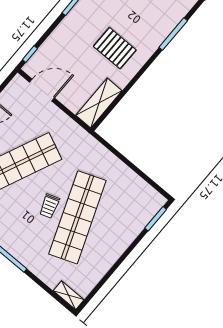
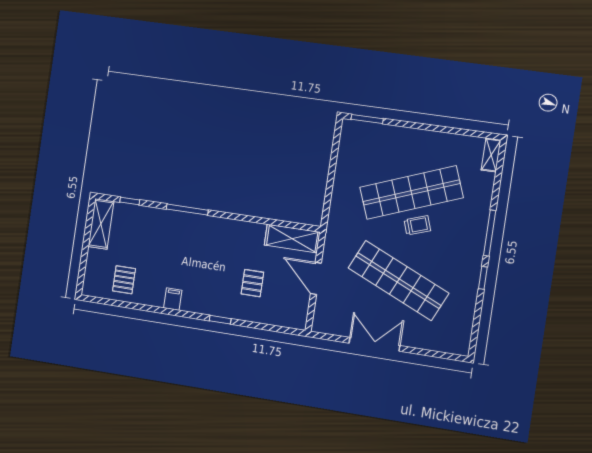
pallet: (115, 48) -> (252, 283), moved, width x0.67, depth x0.71
window: (30, 54) -> (287, 330), removed
door: (42, 90) -> (316, 278), moved

